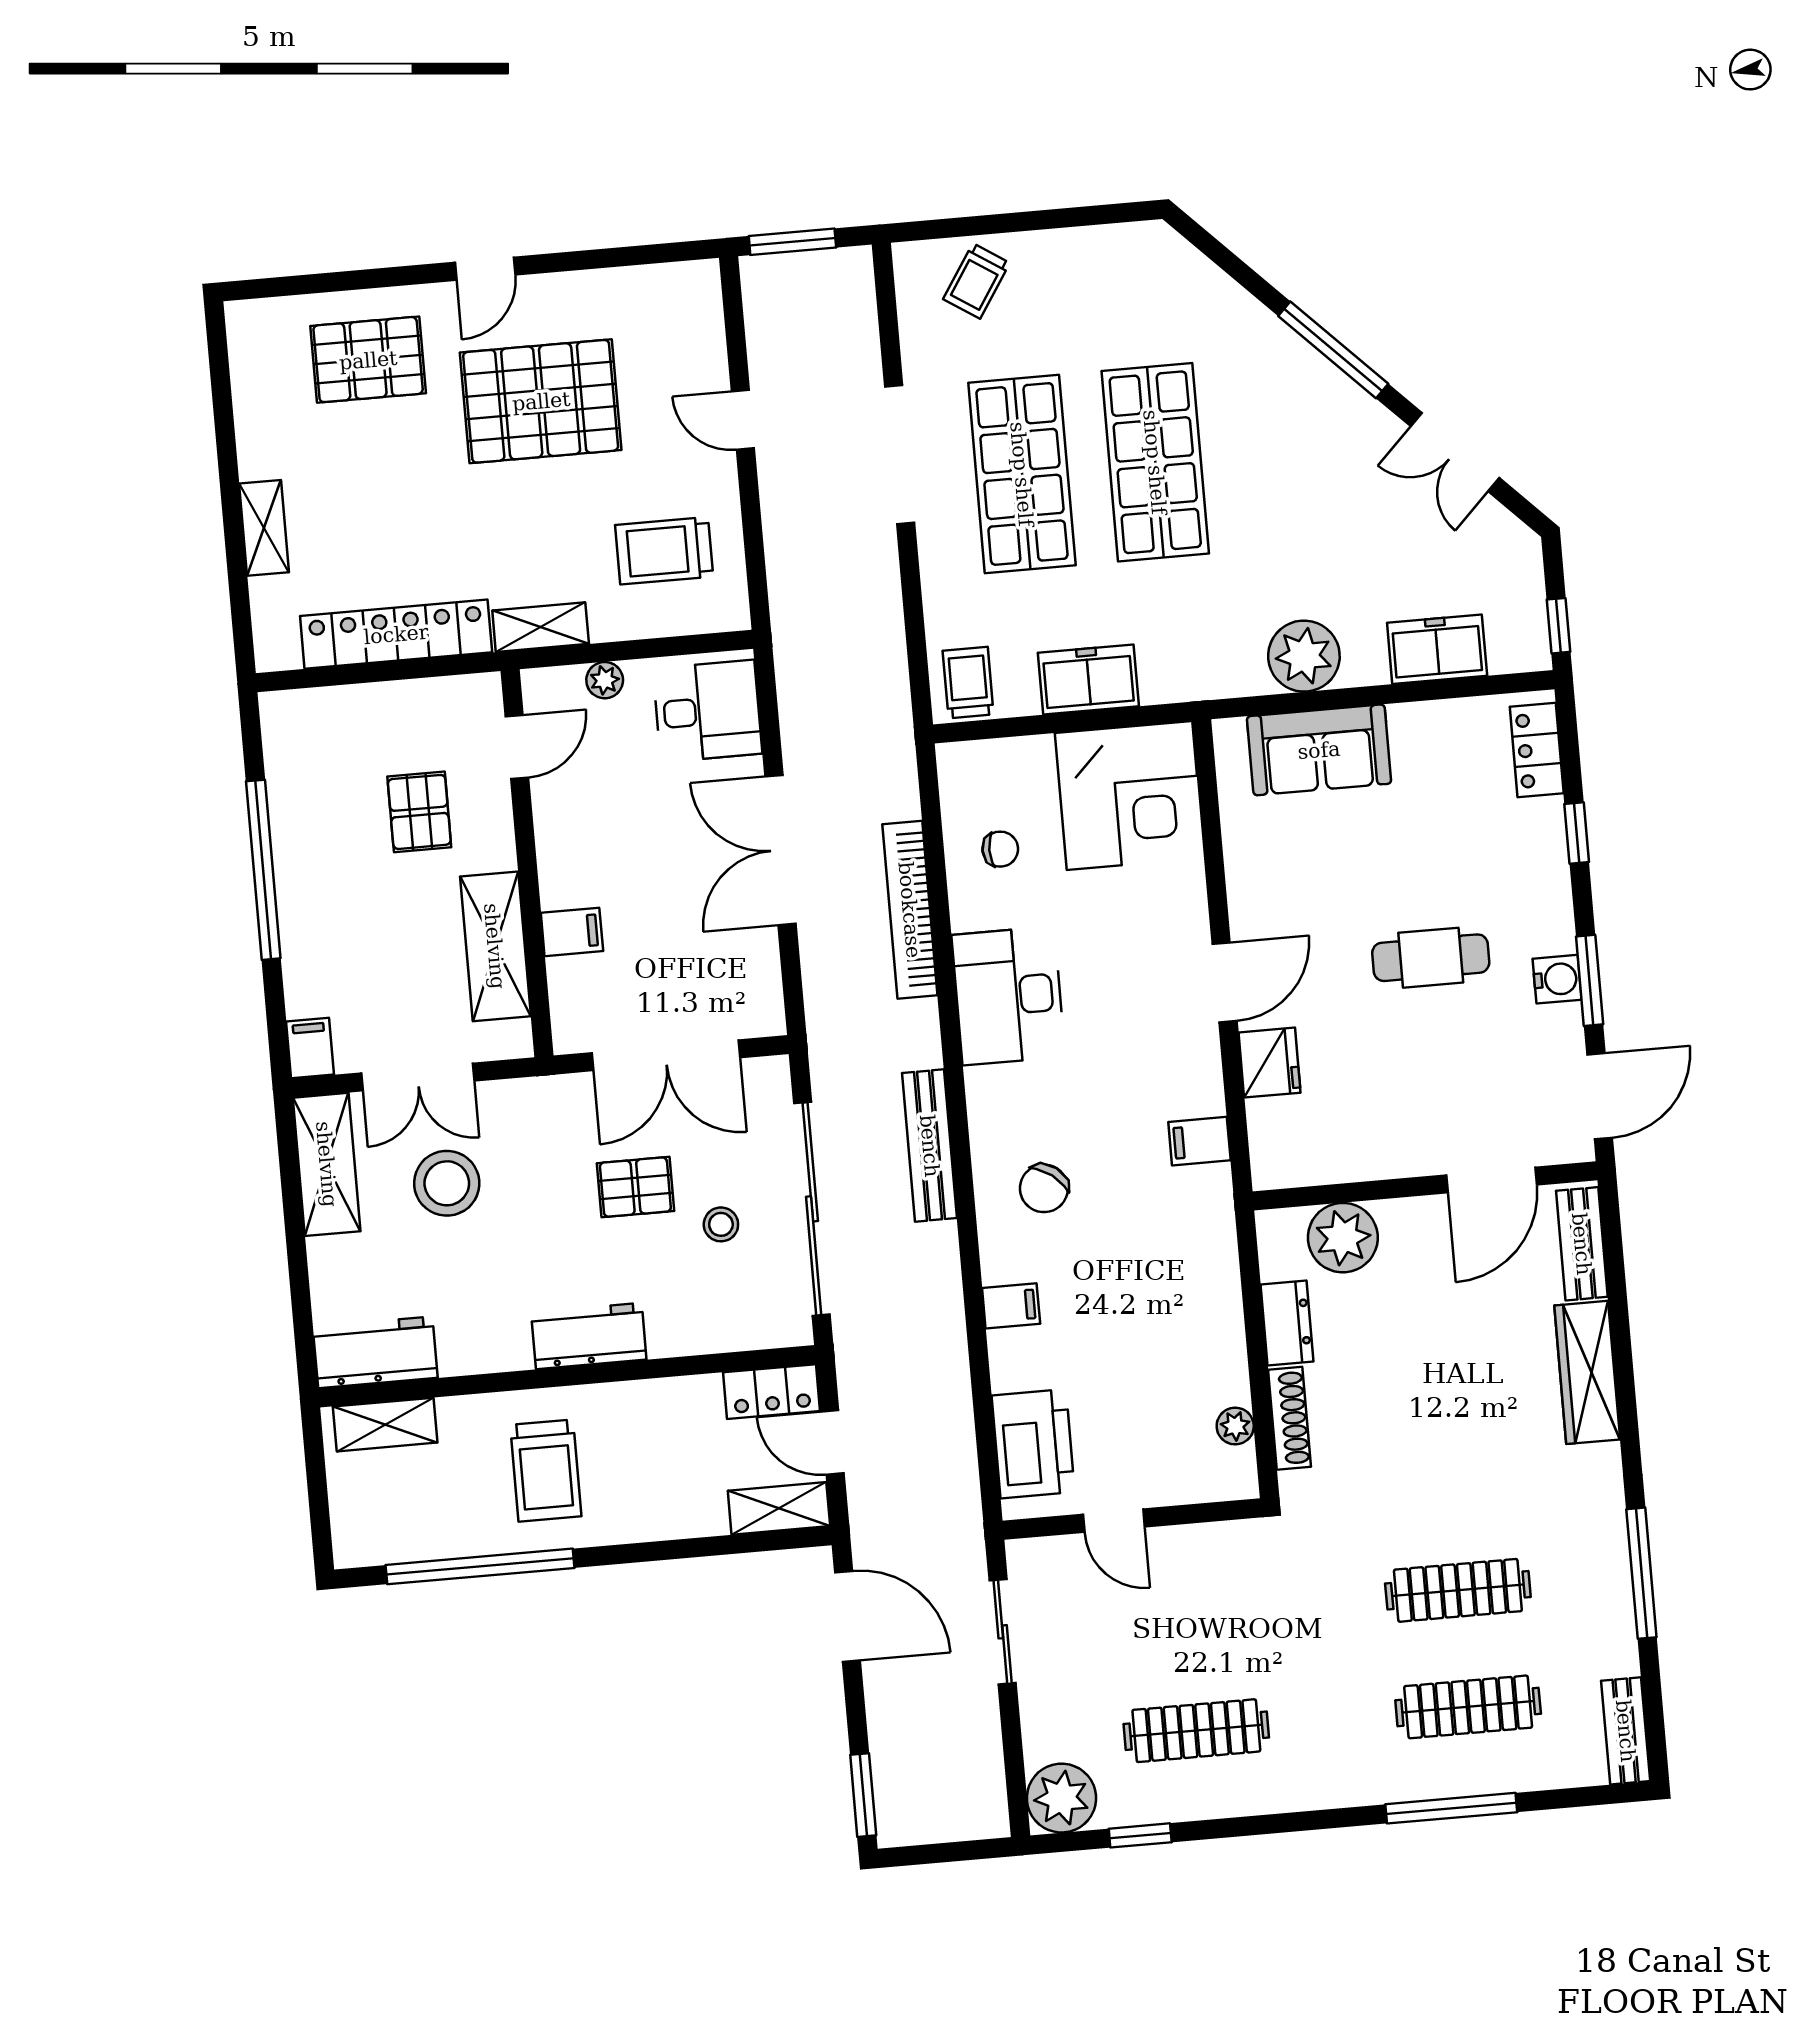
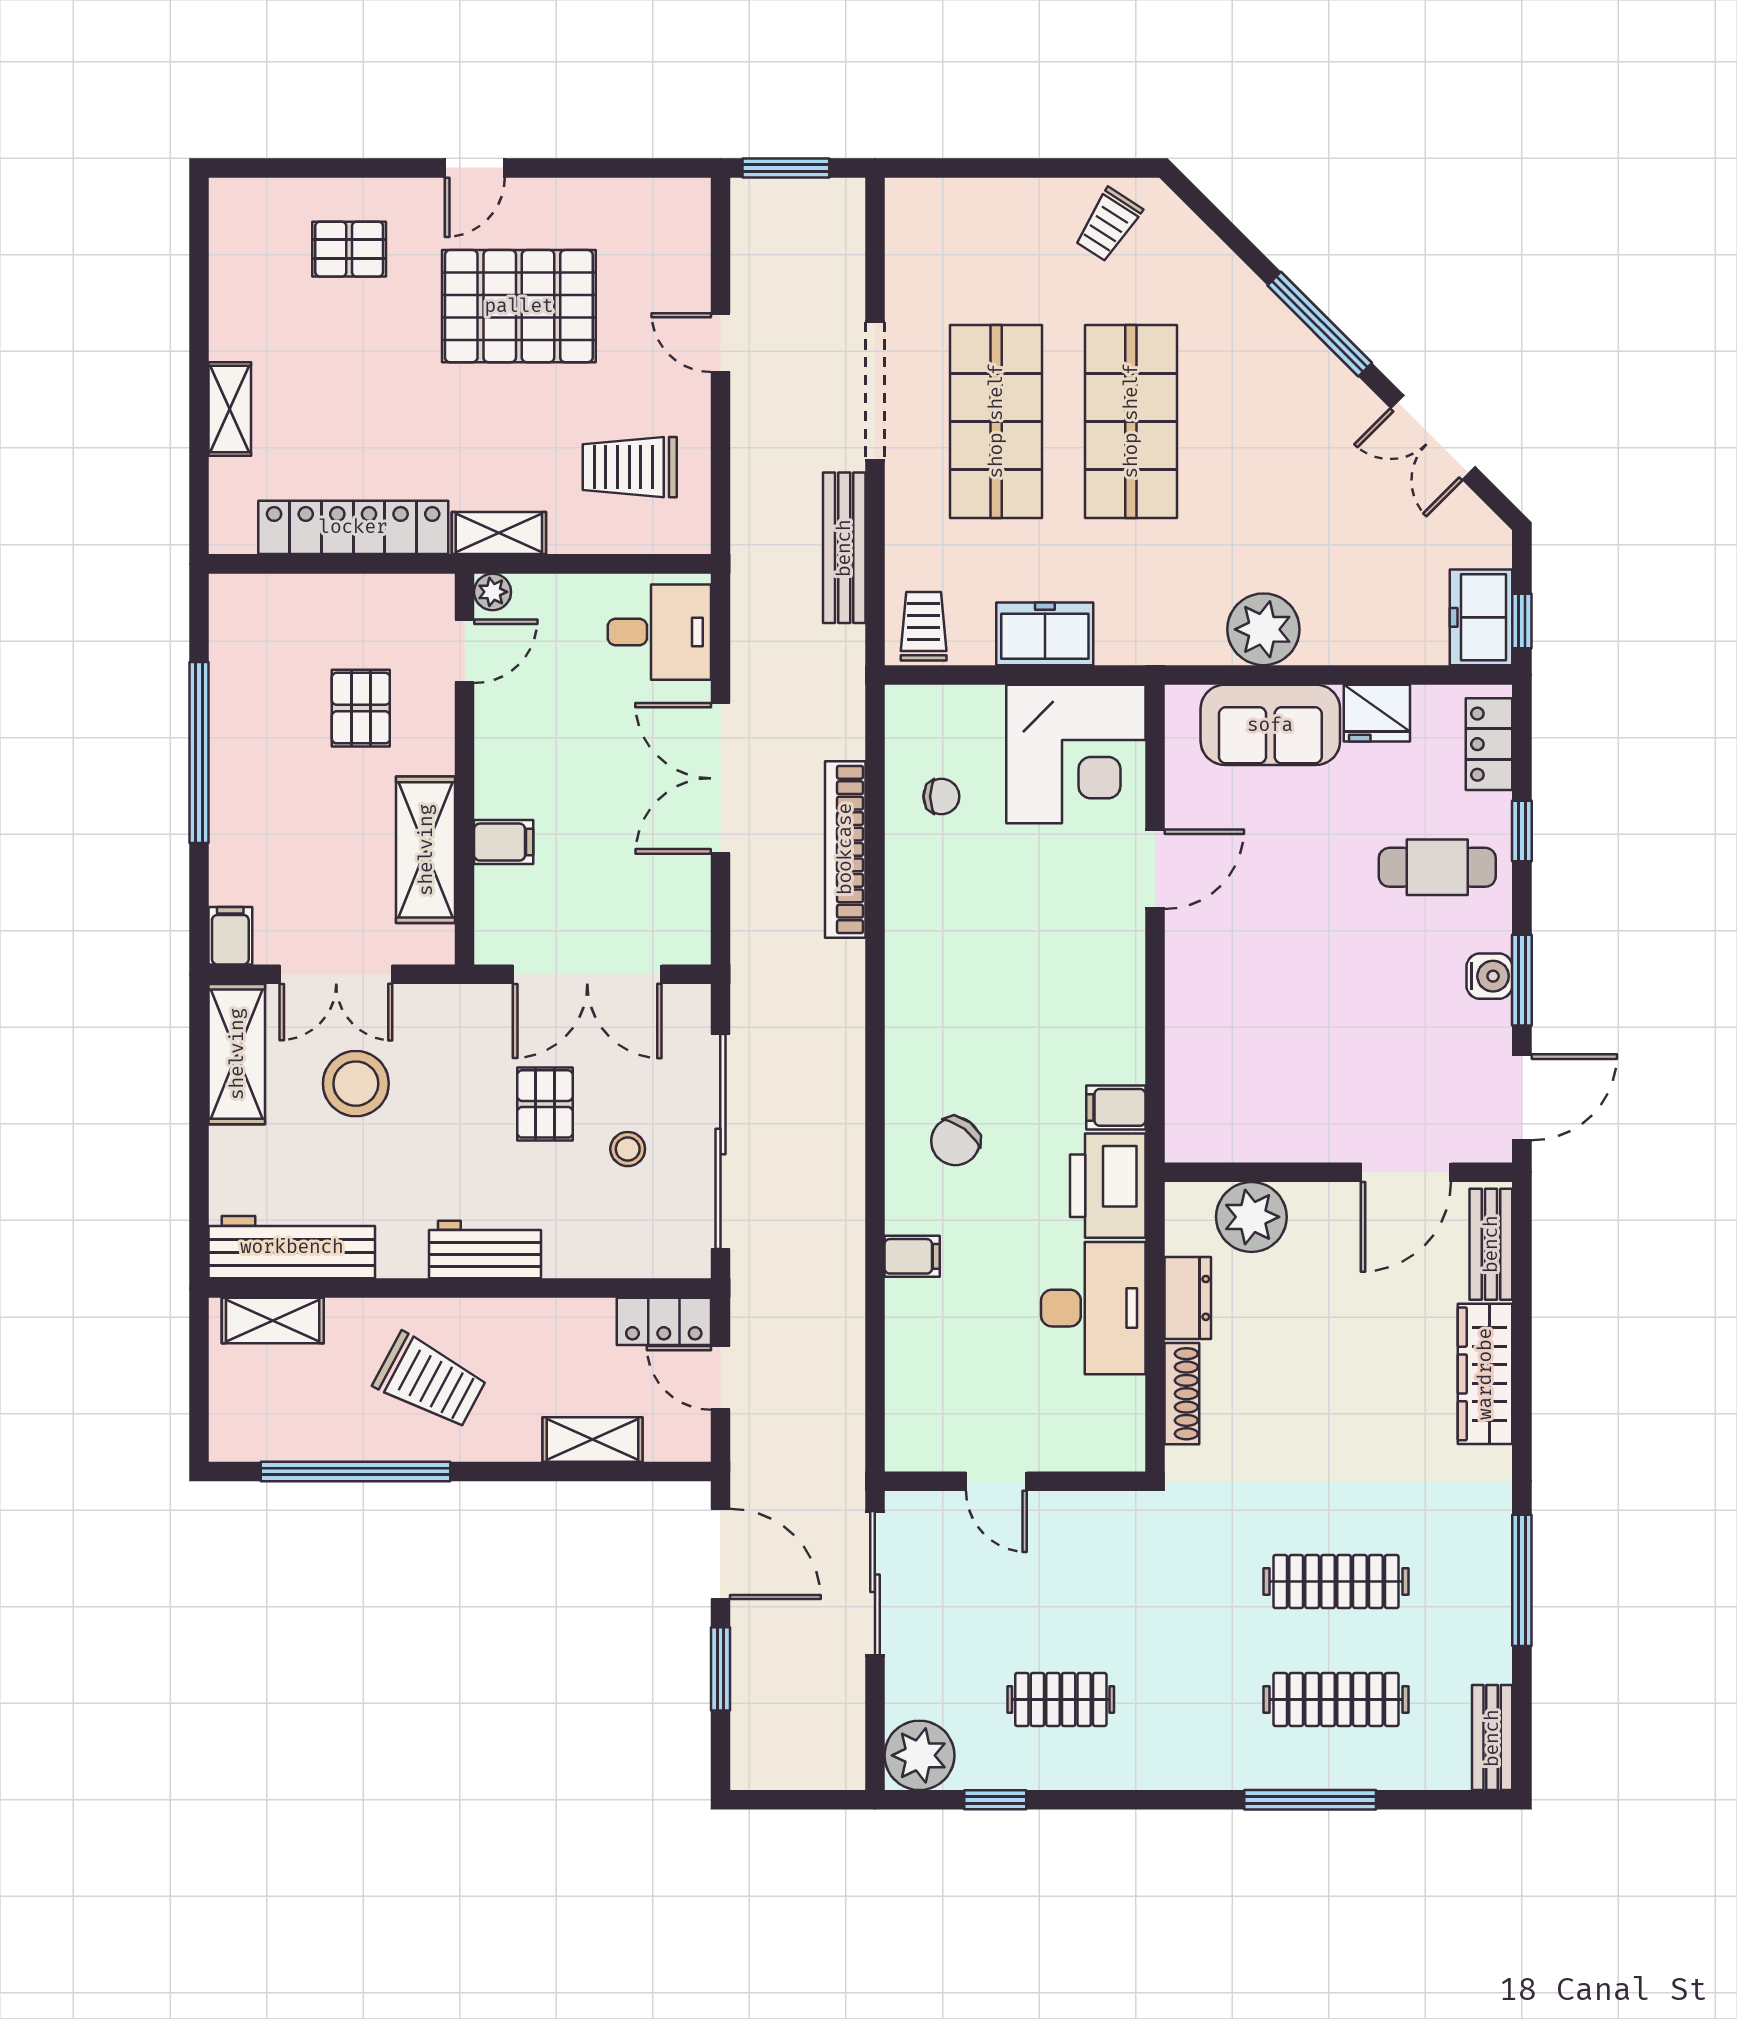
trolley: (976, 281) -> (1108, 225), moved
pallet: (368, 360) -> (349, 249), width x0.67, depth x0.71
freezer: (1437, 649) -> (1481, 617), moved, turned -90
plant: (605, 680) -> (493, 592), moved
cafe table: (1431, 958) -> (1437, 867), moved
door: (1225, 982) -> (1155, 869), moved
desk: (1008, 996) -> (1093, 1308), moved, turned 180
fridge: (1270, 1063) -> (1377, 713), moved, turned 90
bench: (930, 1146) -> (844, 548), moved
pallet: (635, 1187) -> (545, 1104), turned 90
workbench: (375, 1352) -> (292, 1247), width x1.38
plant: (1235, 1426) -> (1127, 1397), removed
printer: (1033, 1444) -> (1108, 1186), moved, turned 180
trolley: (546, 1471) -> (430, 1381), turned -62
shelving: (779, 1508) -> (593, 1439), moved
sliding door: (1003, 1632) -> (875, 1583), width x1.37
clothes rail: (1196, 1731) -> (1061, 1700), width x0.73
window: (863, 1795) -> (720, 1669), moved

